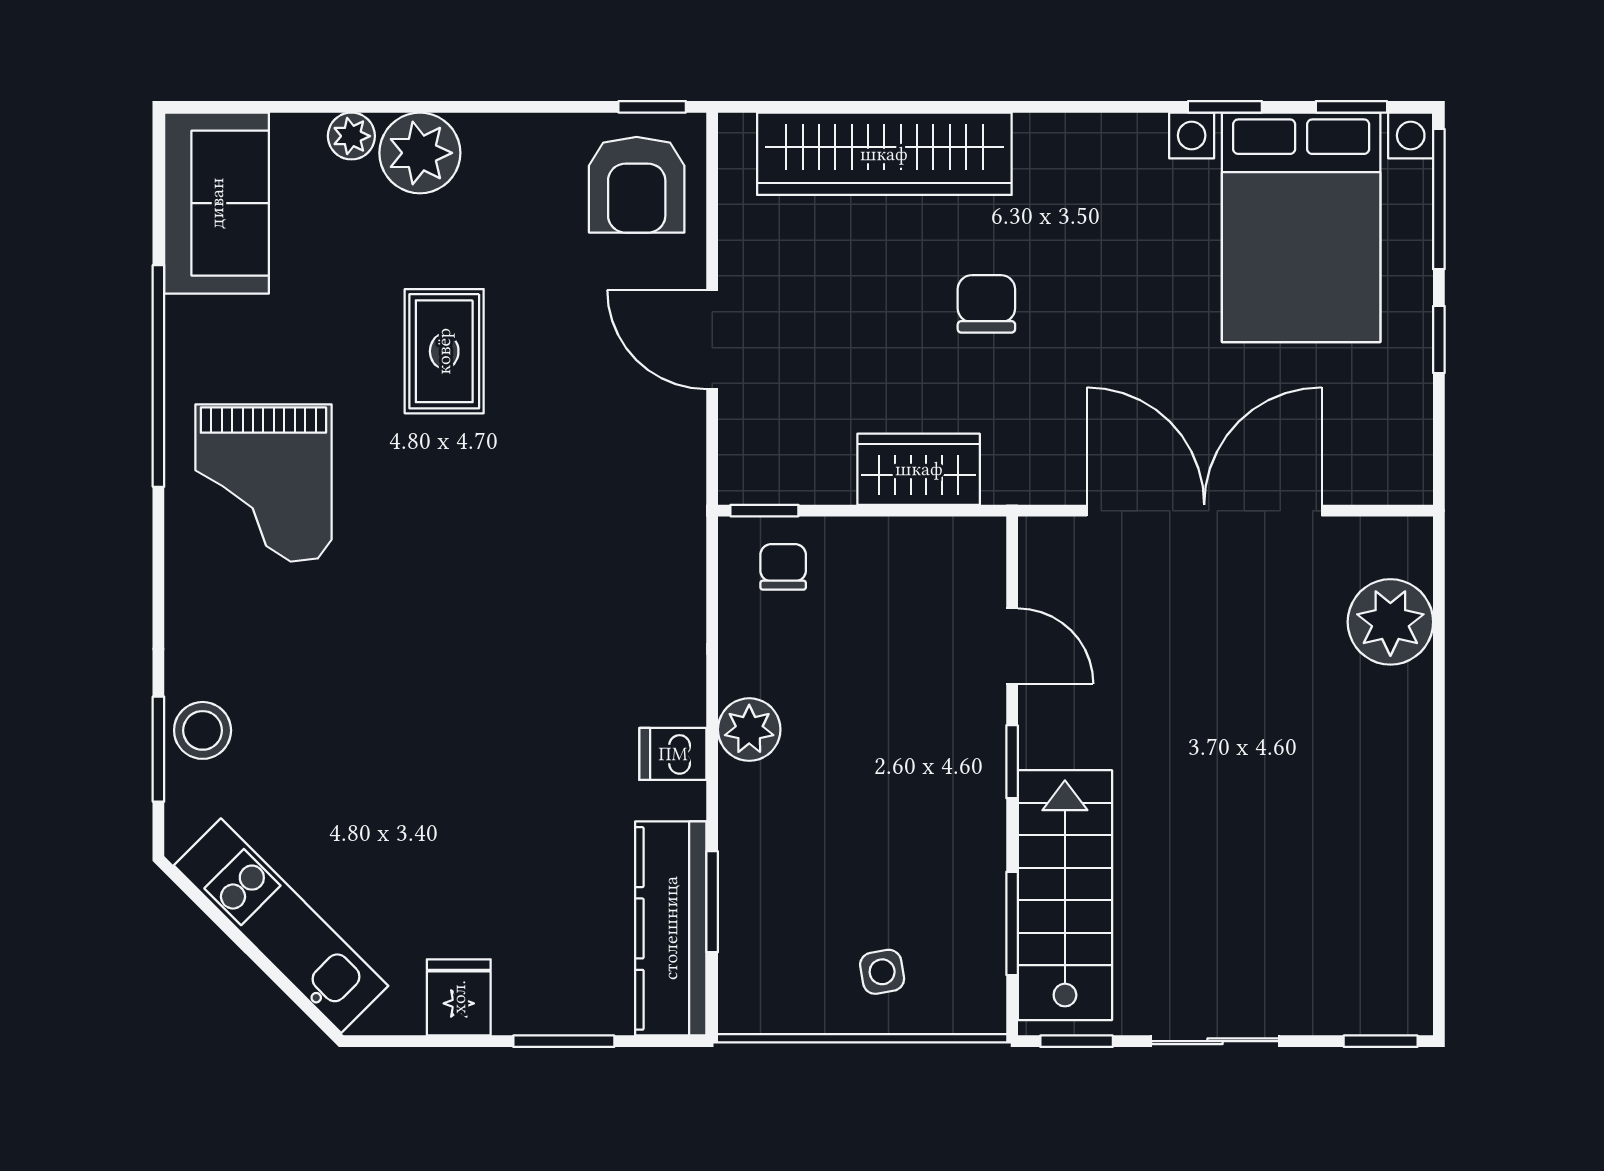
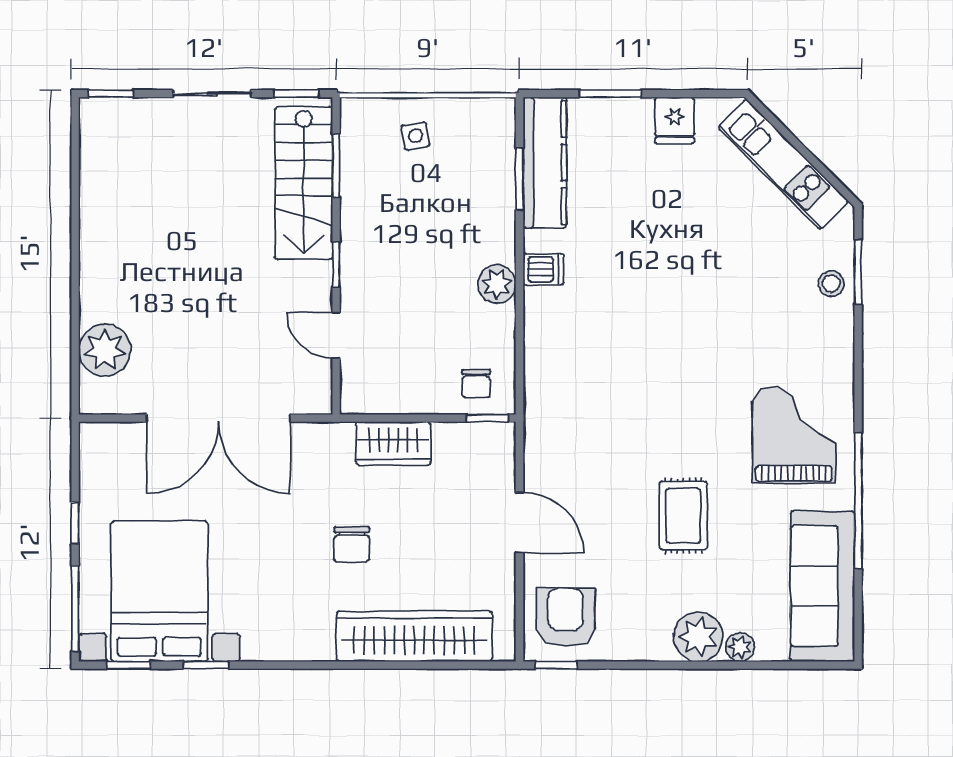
sofa: (217, 203) -> (823, 586), width x1.36
stool: (203, 730) -> (831, 284), width x0.73, depth x0.73

